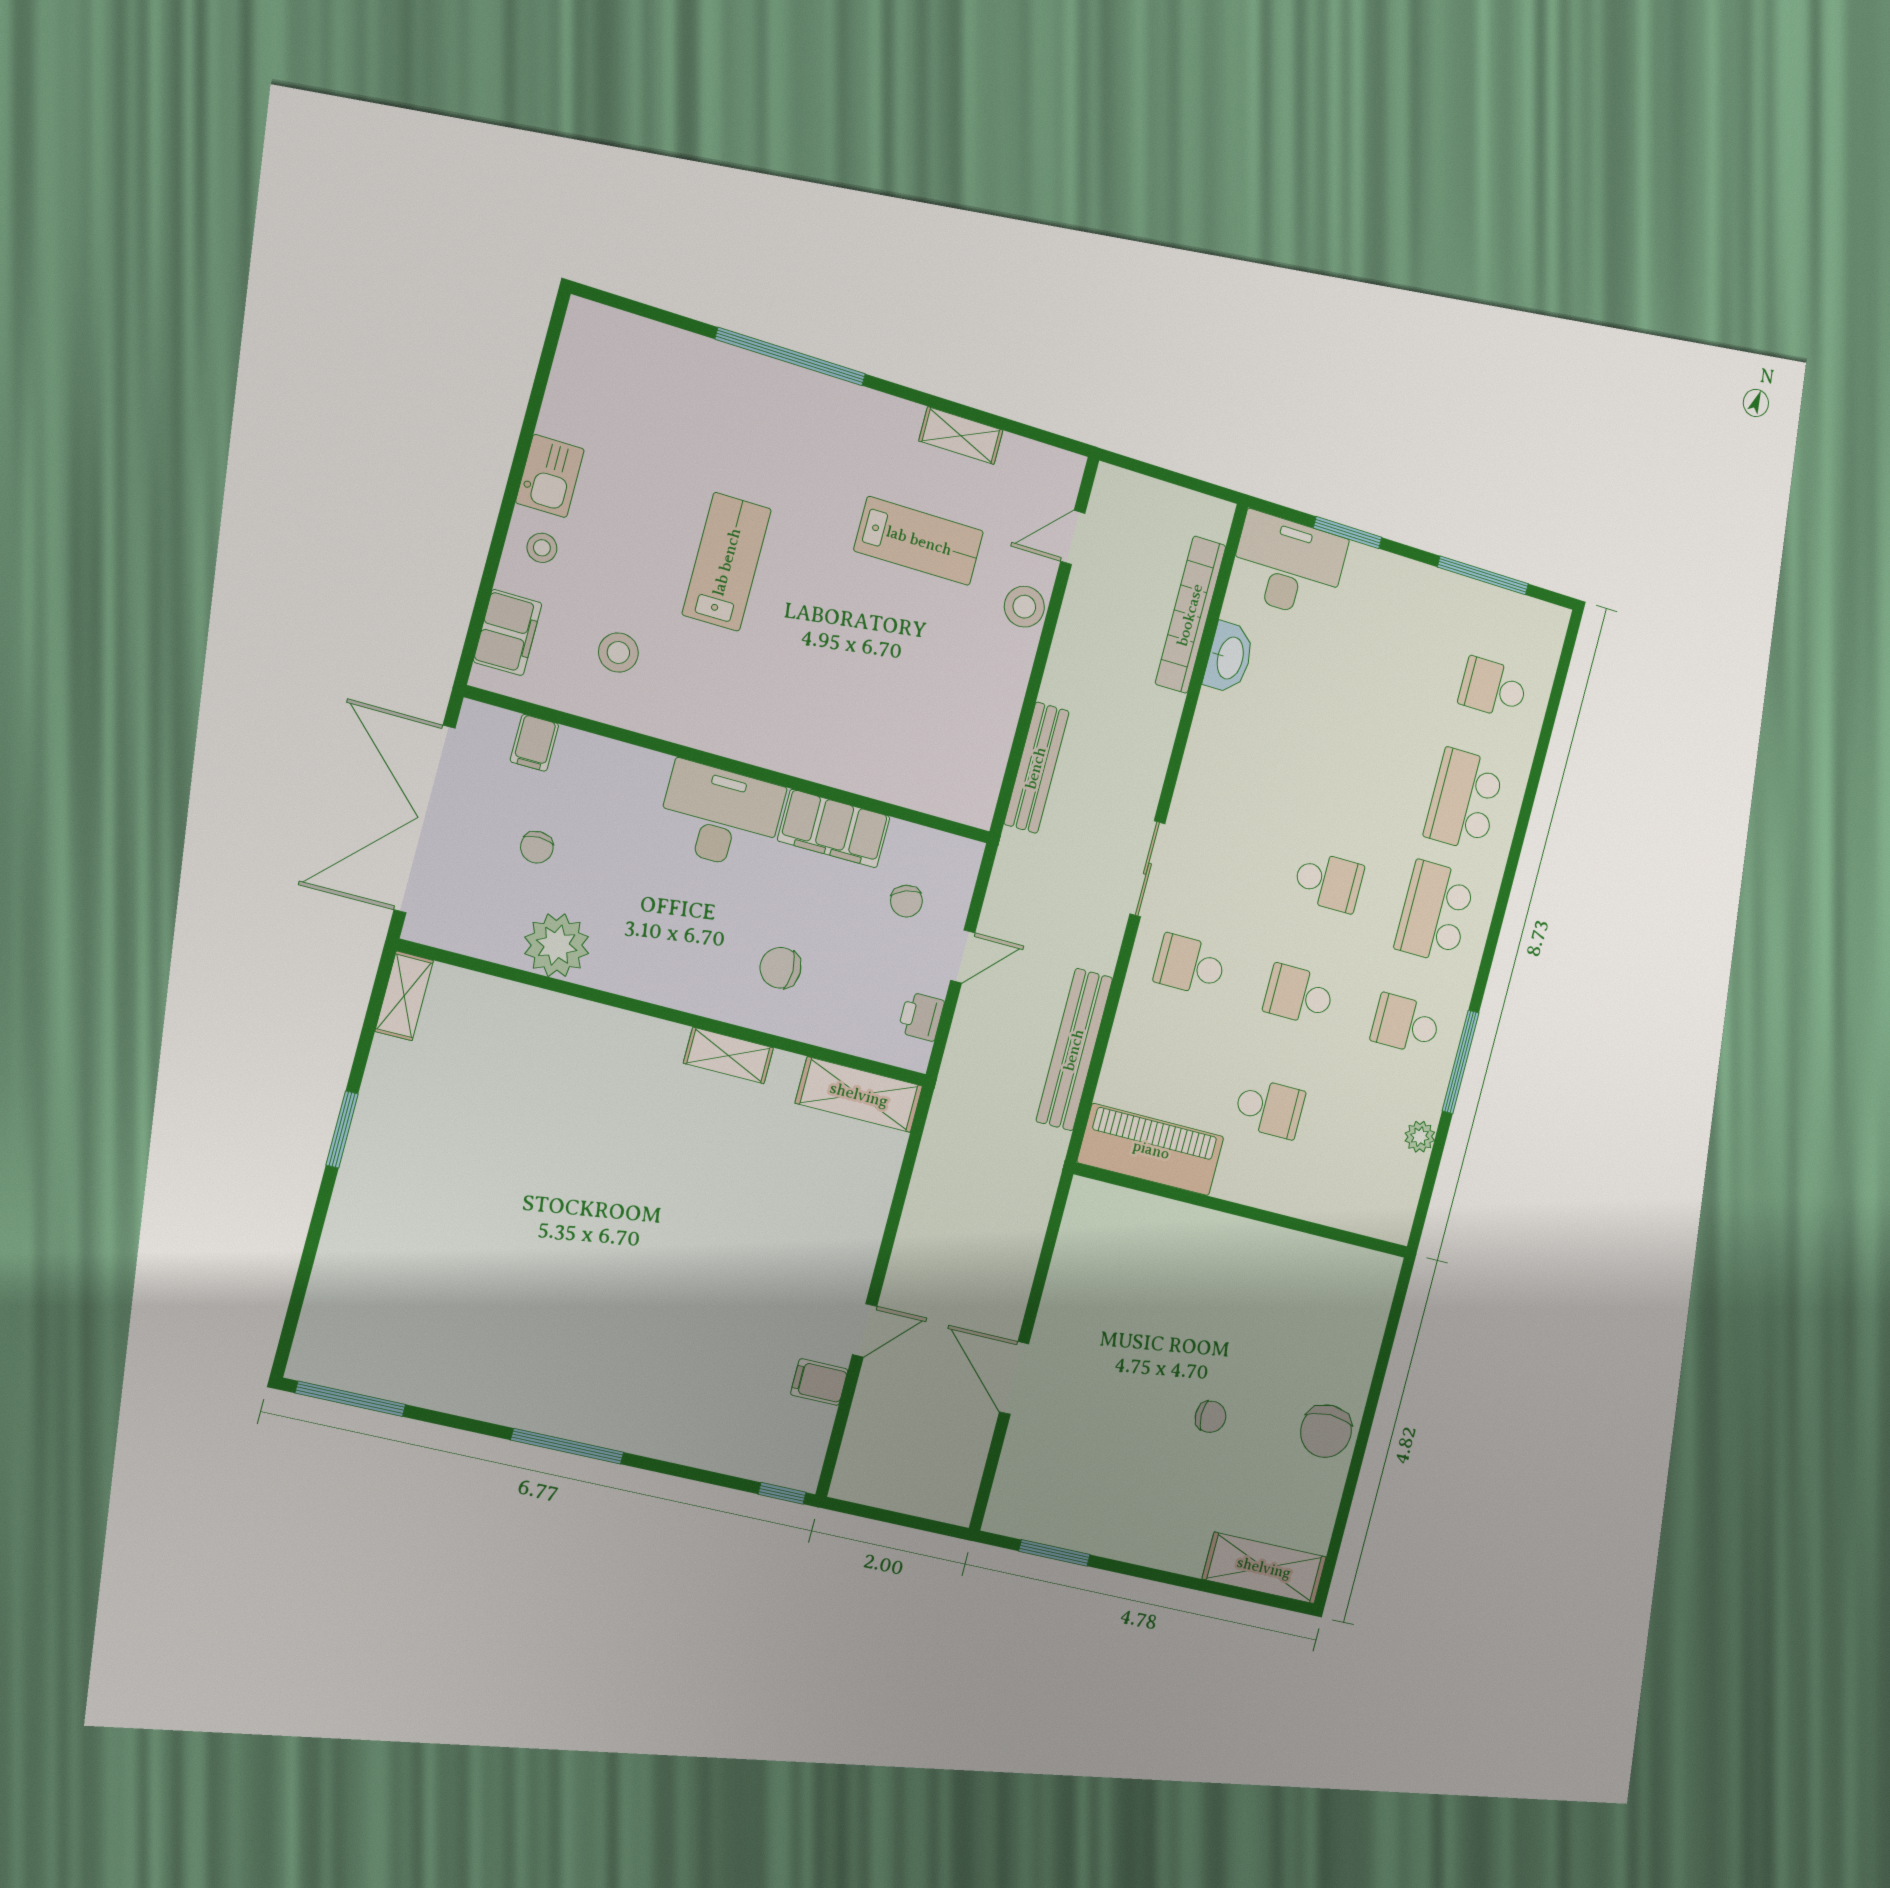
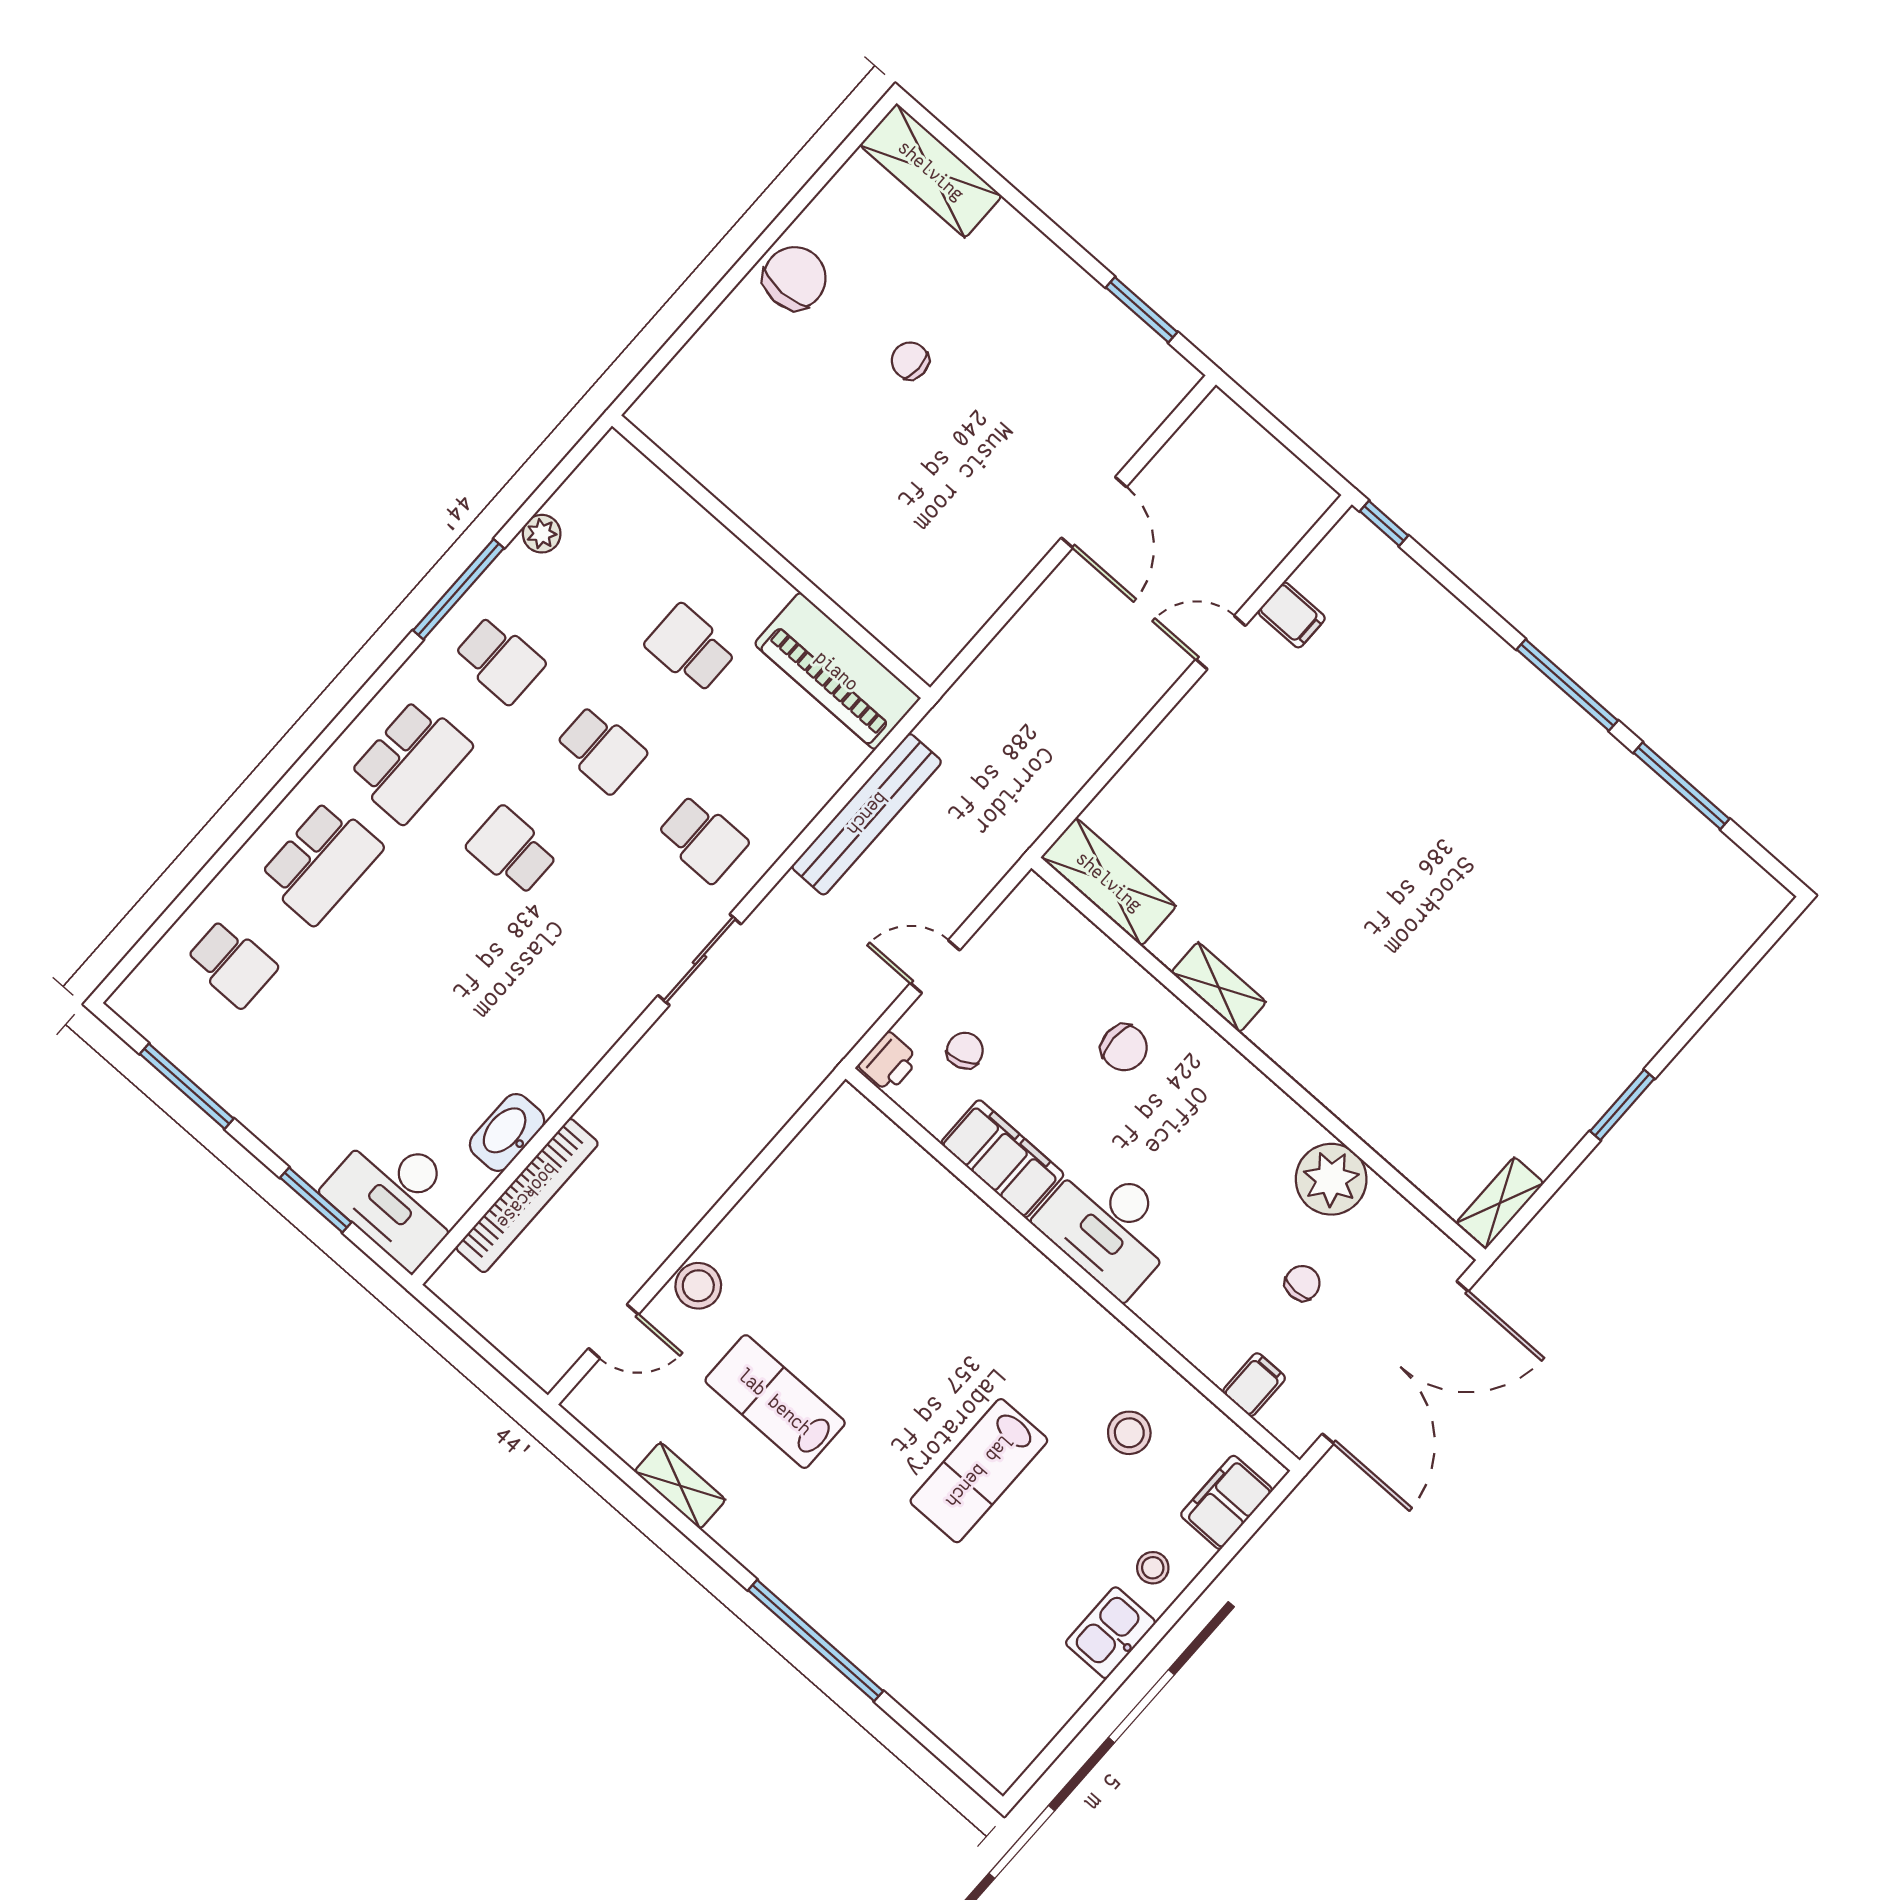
bench: (1036, 768) -> (765, 1119), removed
printer: (921, 1017) -> (889, 1062), moved
window: (351, 1399) -> (1681, 786), moved

